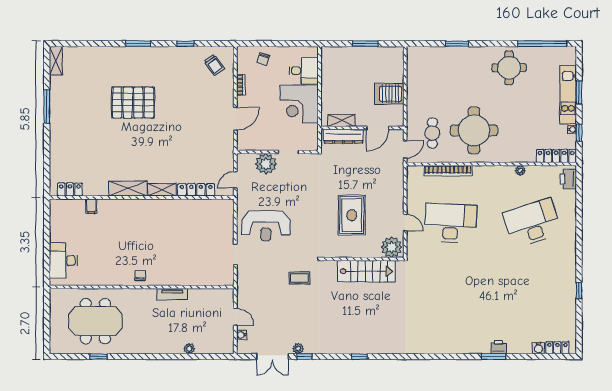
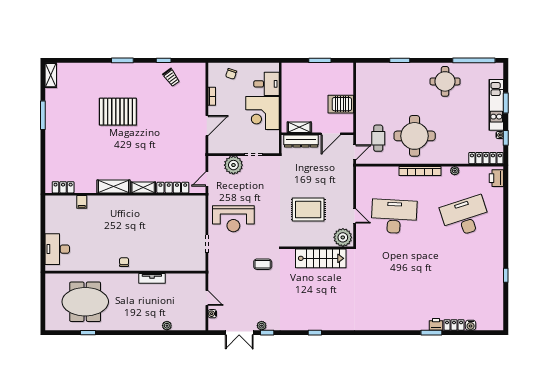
trolley: (214, 65) -> (171, 77), moved
bookcase: (448, 171) -> (420, 171), moved
rug: (352, 215) -> (308, 210), turned 90
locker: (557, 348) -> (454, 325), moved

